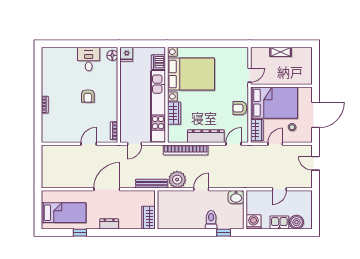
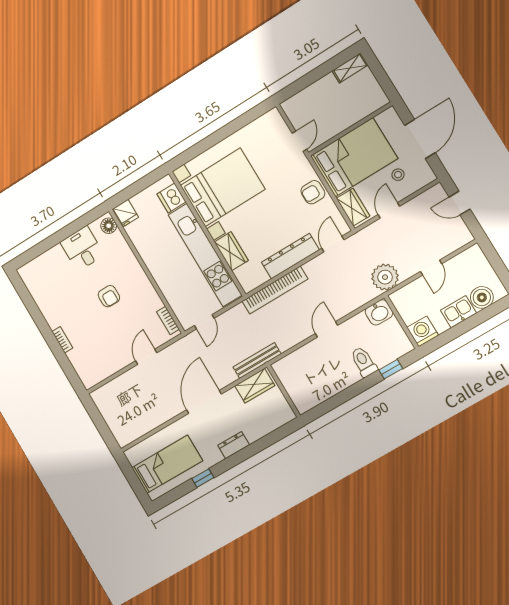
shelving: (281, 52) -> (350, 68), moved
plant: (177, 180) -> (385, 277), moved
wardrobe: (148, 218) -> (255, 386), moved, turned -90

